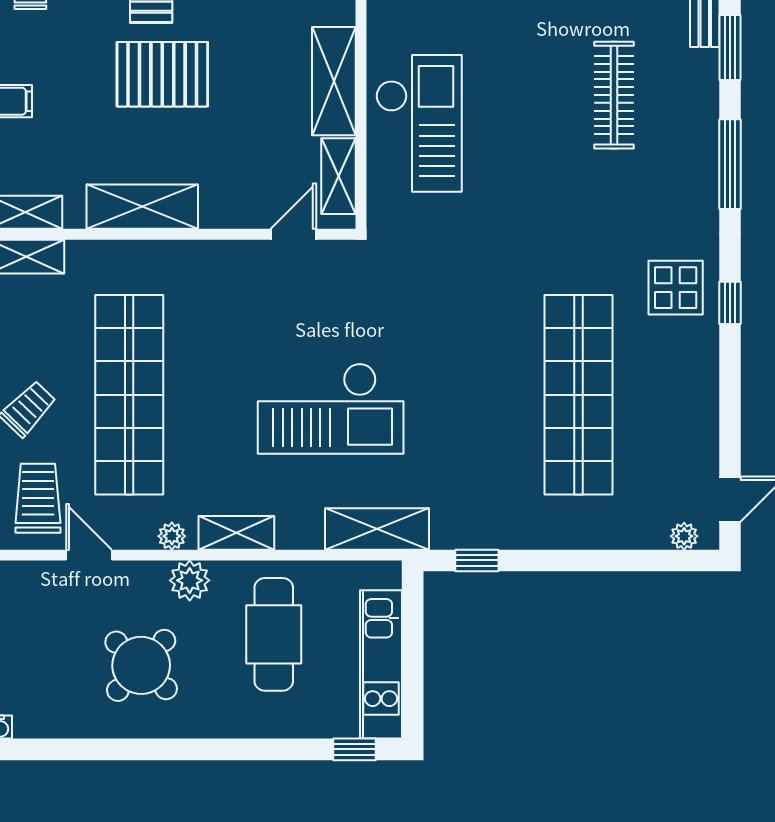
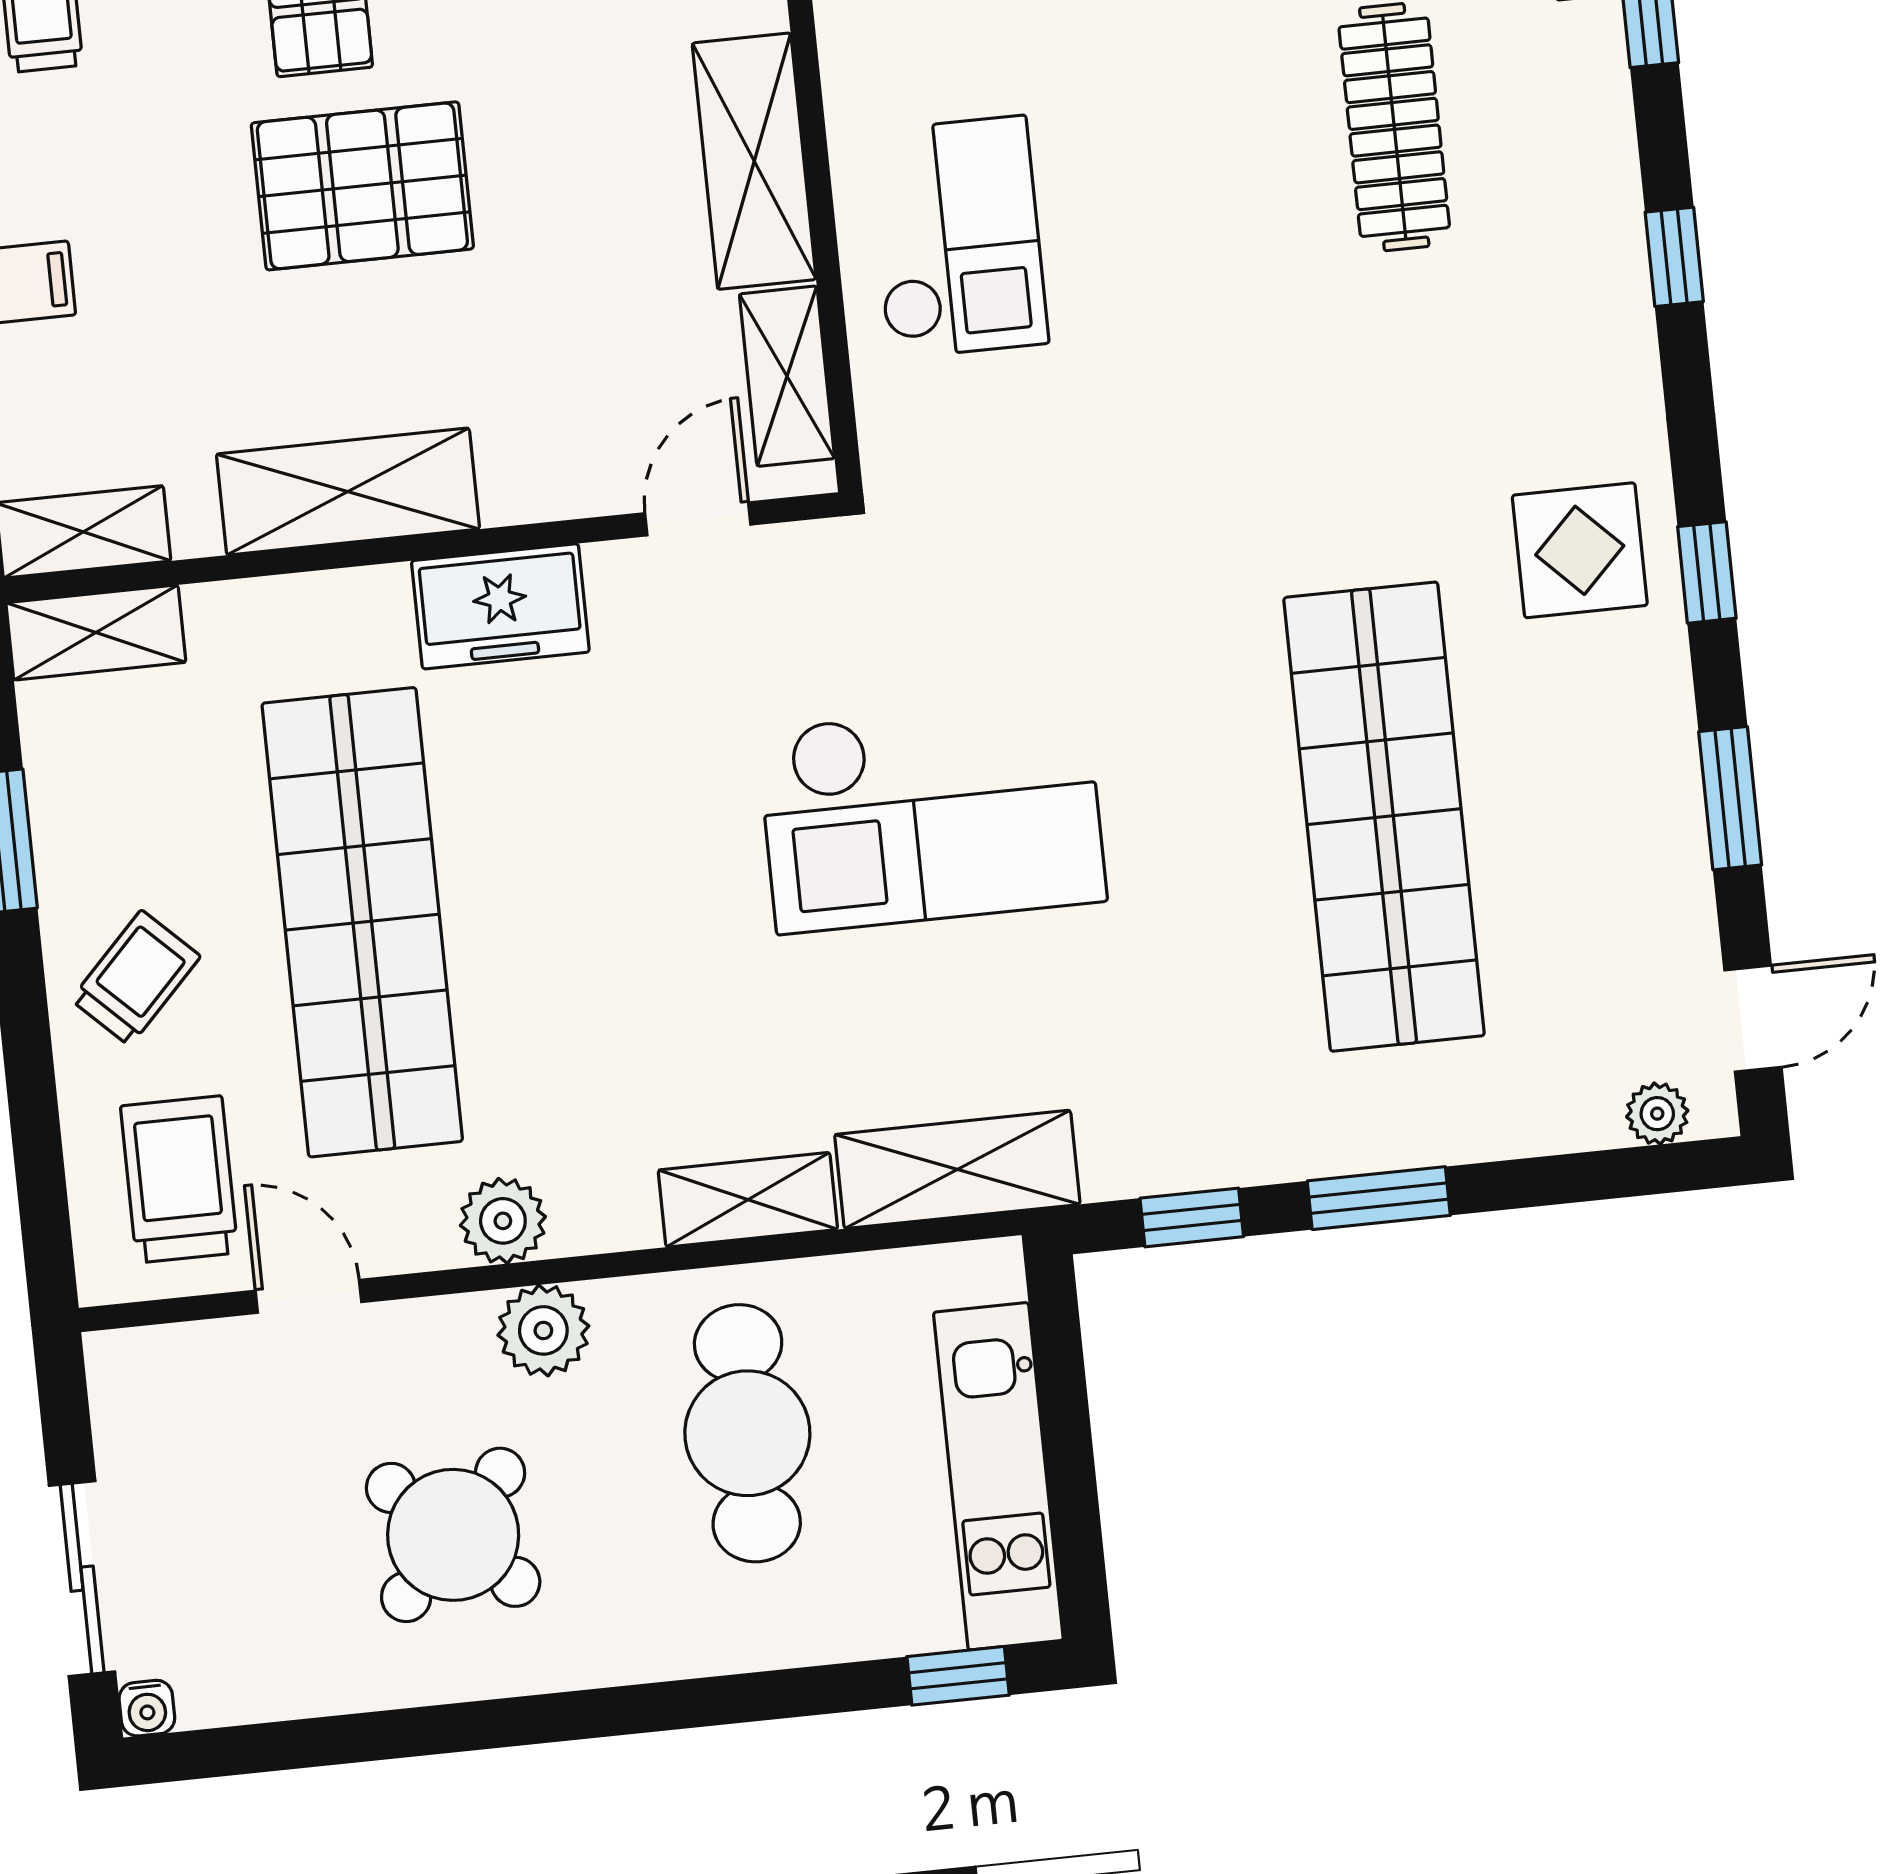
checkout: (419, 123) -> (957, 237), width x0.73, depth x0.83
window: (730, 164) -> (1674, 257), width x0.46
freezer: (203, 263) -> (500, 606), added
window: (730, 402) -> (1730, 798), added
checkout: (331, 408) -> (932, 815), moved
shelving: (236, 533) -> (748, 1200), moved
plant: (172, 536) -> (503, 1221), width x1.38, depth x1.38
window: (559, 560) -> (1379, 1198), added

